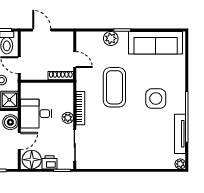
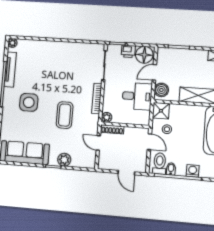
coffee table: (114, 87) -> (65, 115), width x0.73, depth x0.76
plant: (68, 118) -> (107, 117), moved

